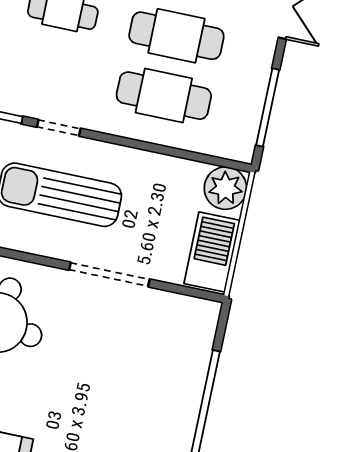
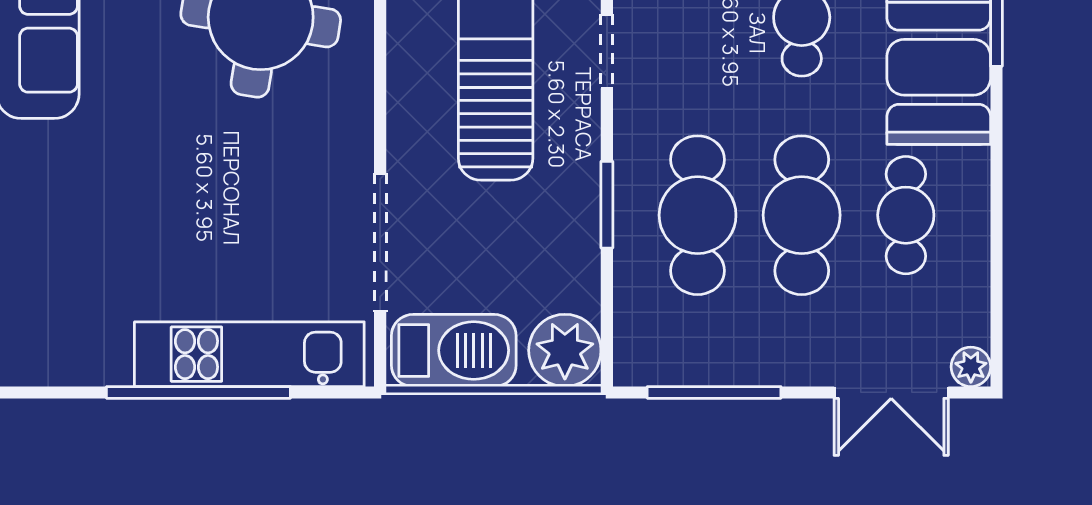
window: (147, 146) -> (607, 205), added
doorway: (109, 275) -> (380, 243), moved
kitchen unit: (189, 370) -> (249, 354), added

